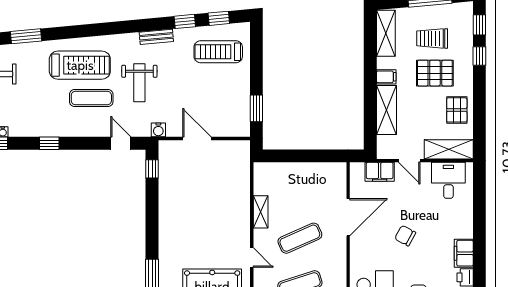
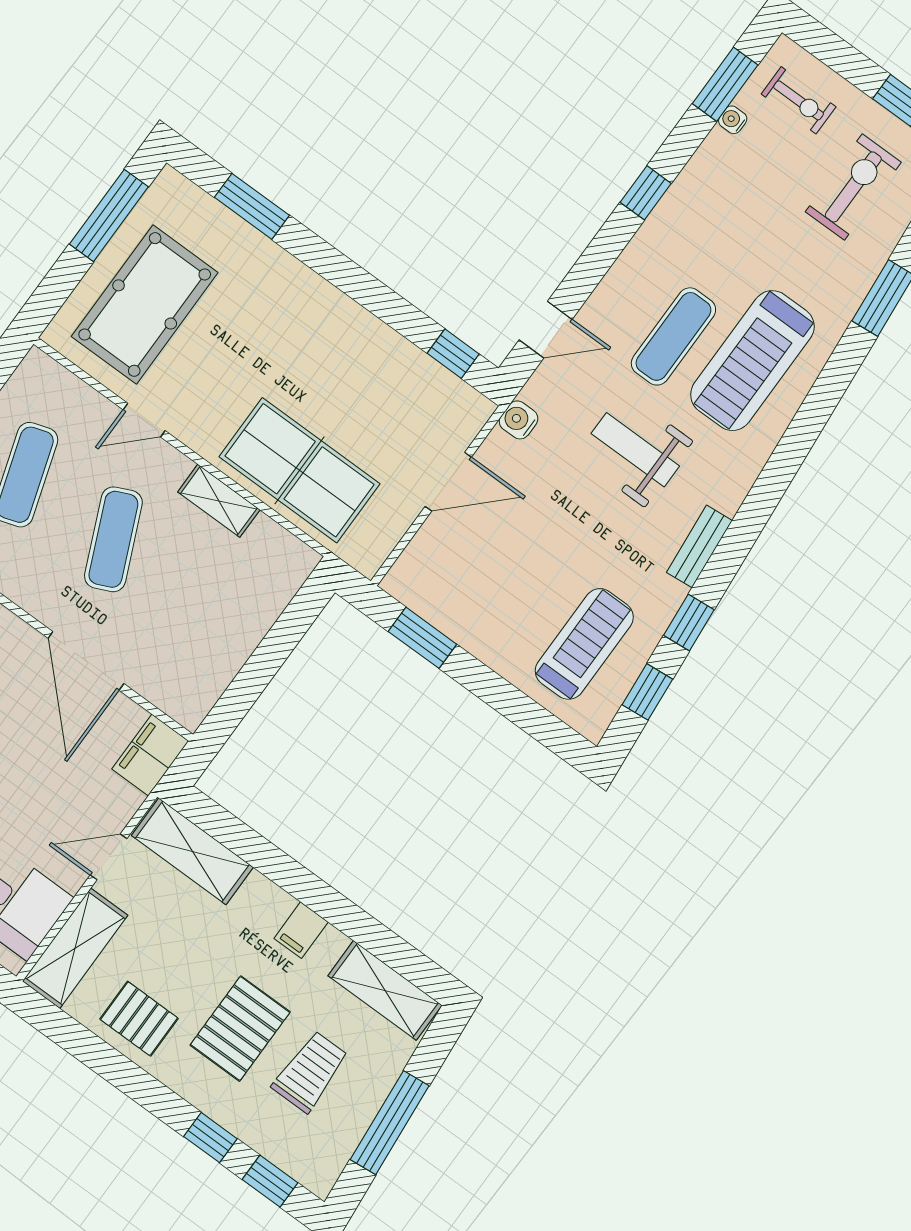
shelving: (386, 110) -> (192, 851), moved
filing cabinet: (380, 172) -> (150, 755), moved
table tennis table: (230, 192) -> (300, 470), added

